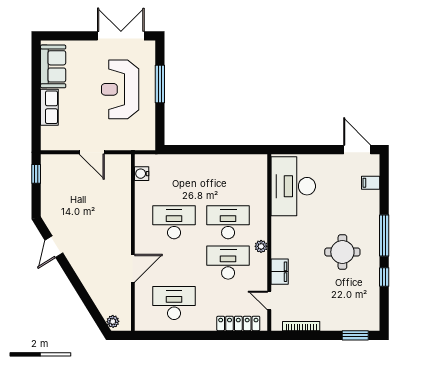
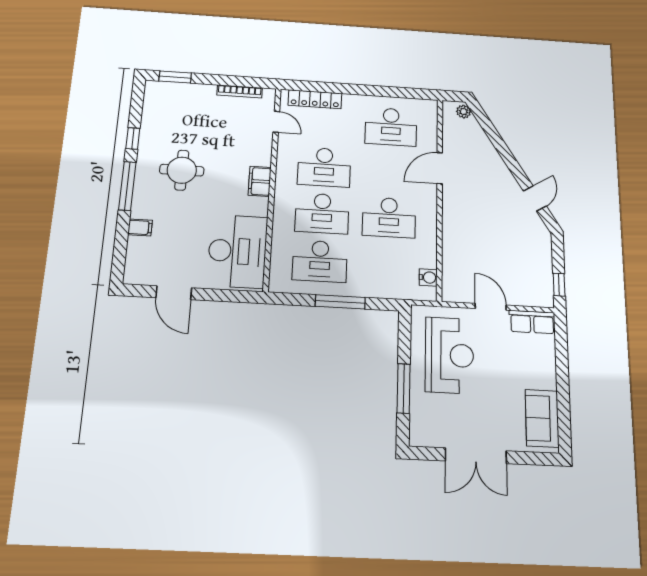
double door: (121, 36) -> (476, 456), moved
reception desk: (120, 89) -> (449, 355), moved
row of seats: (49, 107) -> (532, 322), moved, turned -90
window: (211, 150) -> (340, 302), added
door: (357, 150) -> (174, 293), moved
desk: (228, 182) -> (320, 261), added
filing cabinet: (371, 183) -> (140, 227), moved
plant: (261, 246) -> (282, 183), removed
filing cabinet: (280, 272) -> (260, 181), moved

